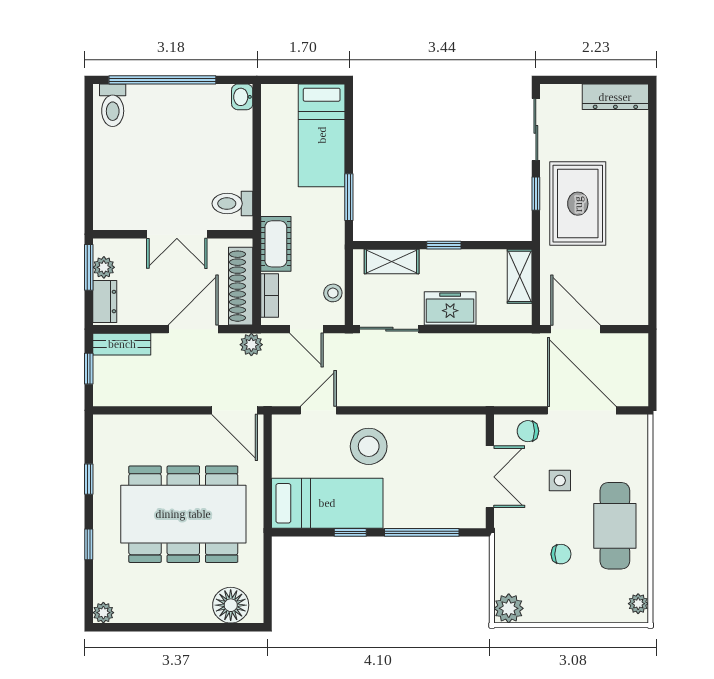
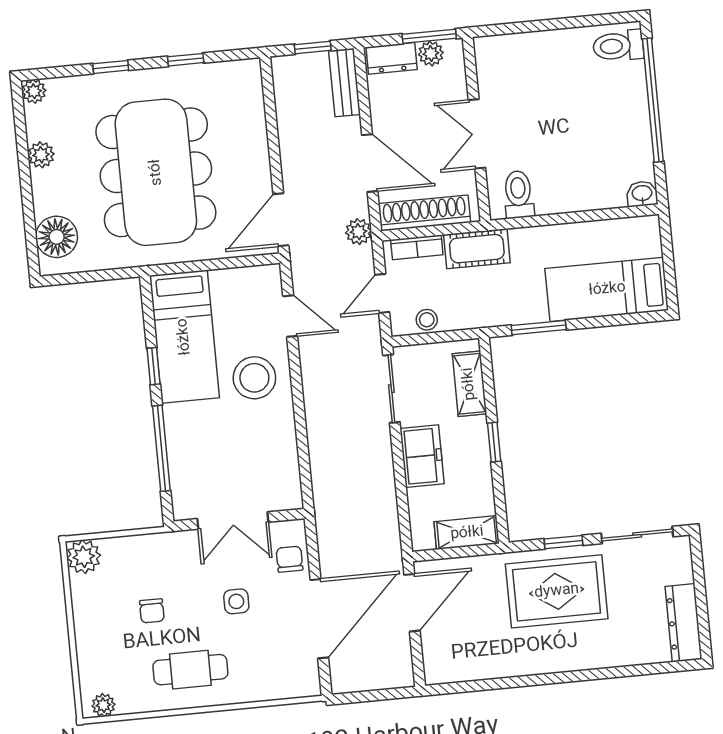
cafe table: (615, 526) -> (190, 670), width x0.73, depth x0.74
plant: (159, 612) -> (41, 155), added

